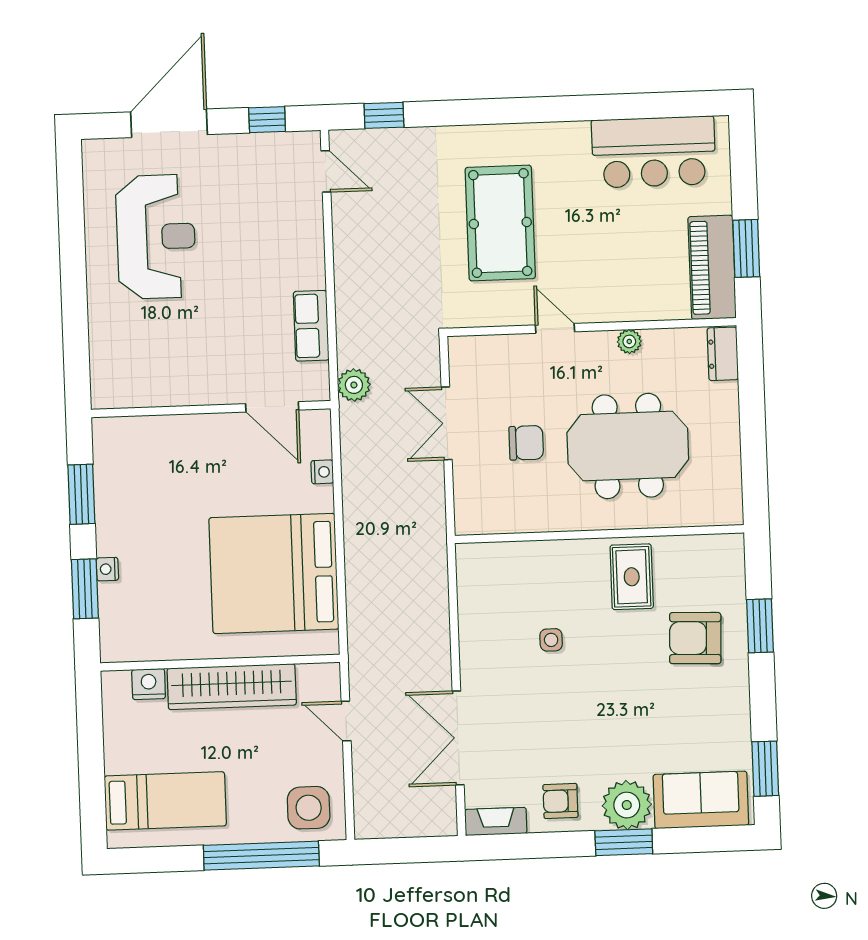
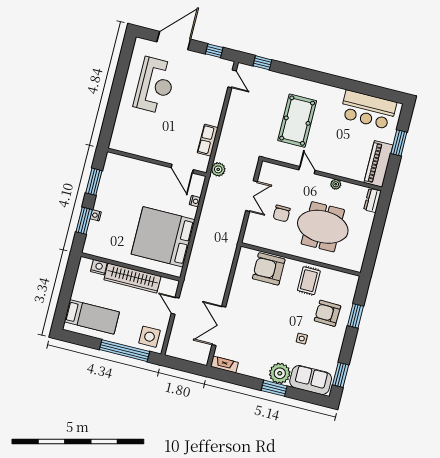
window: (746, 248) -> (399, 143), moved
double door: (447, 423) -> (251, 196), swing flipped
chair: (526, 443) -> (282, 213), turned 90
side table: (551, 640) -> (302, 339), moved
armchair: (560, 801) -> (269, 269), moved, width x1.88, depth x1.88

